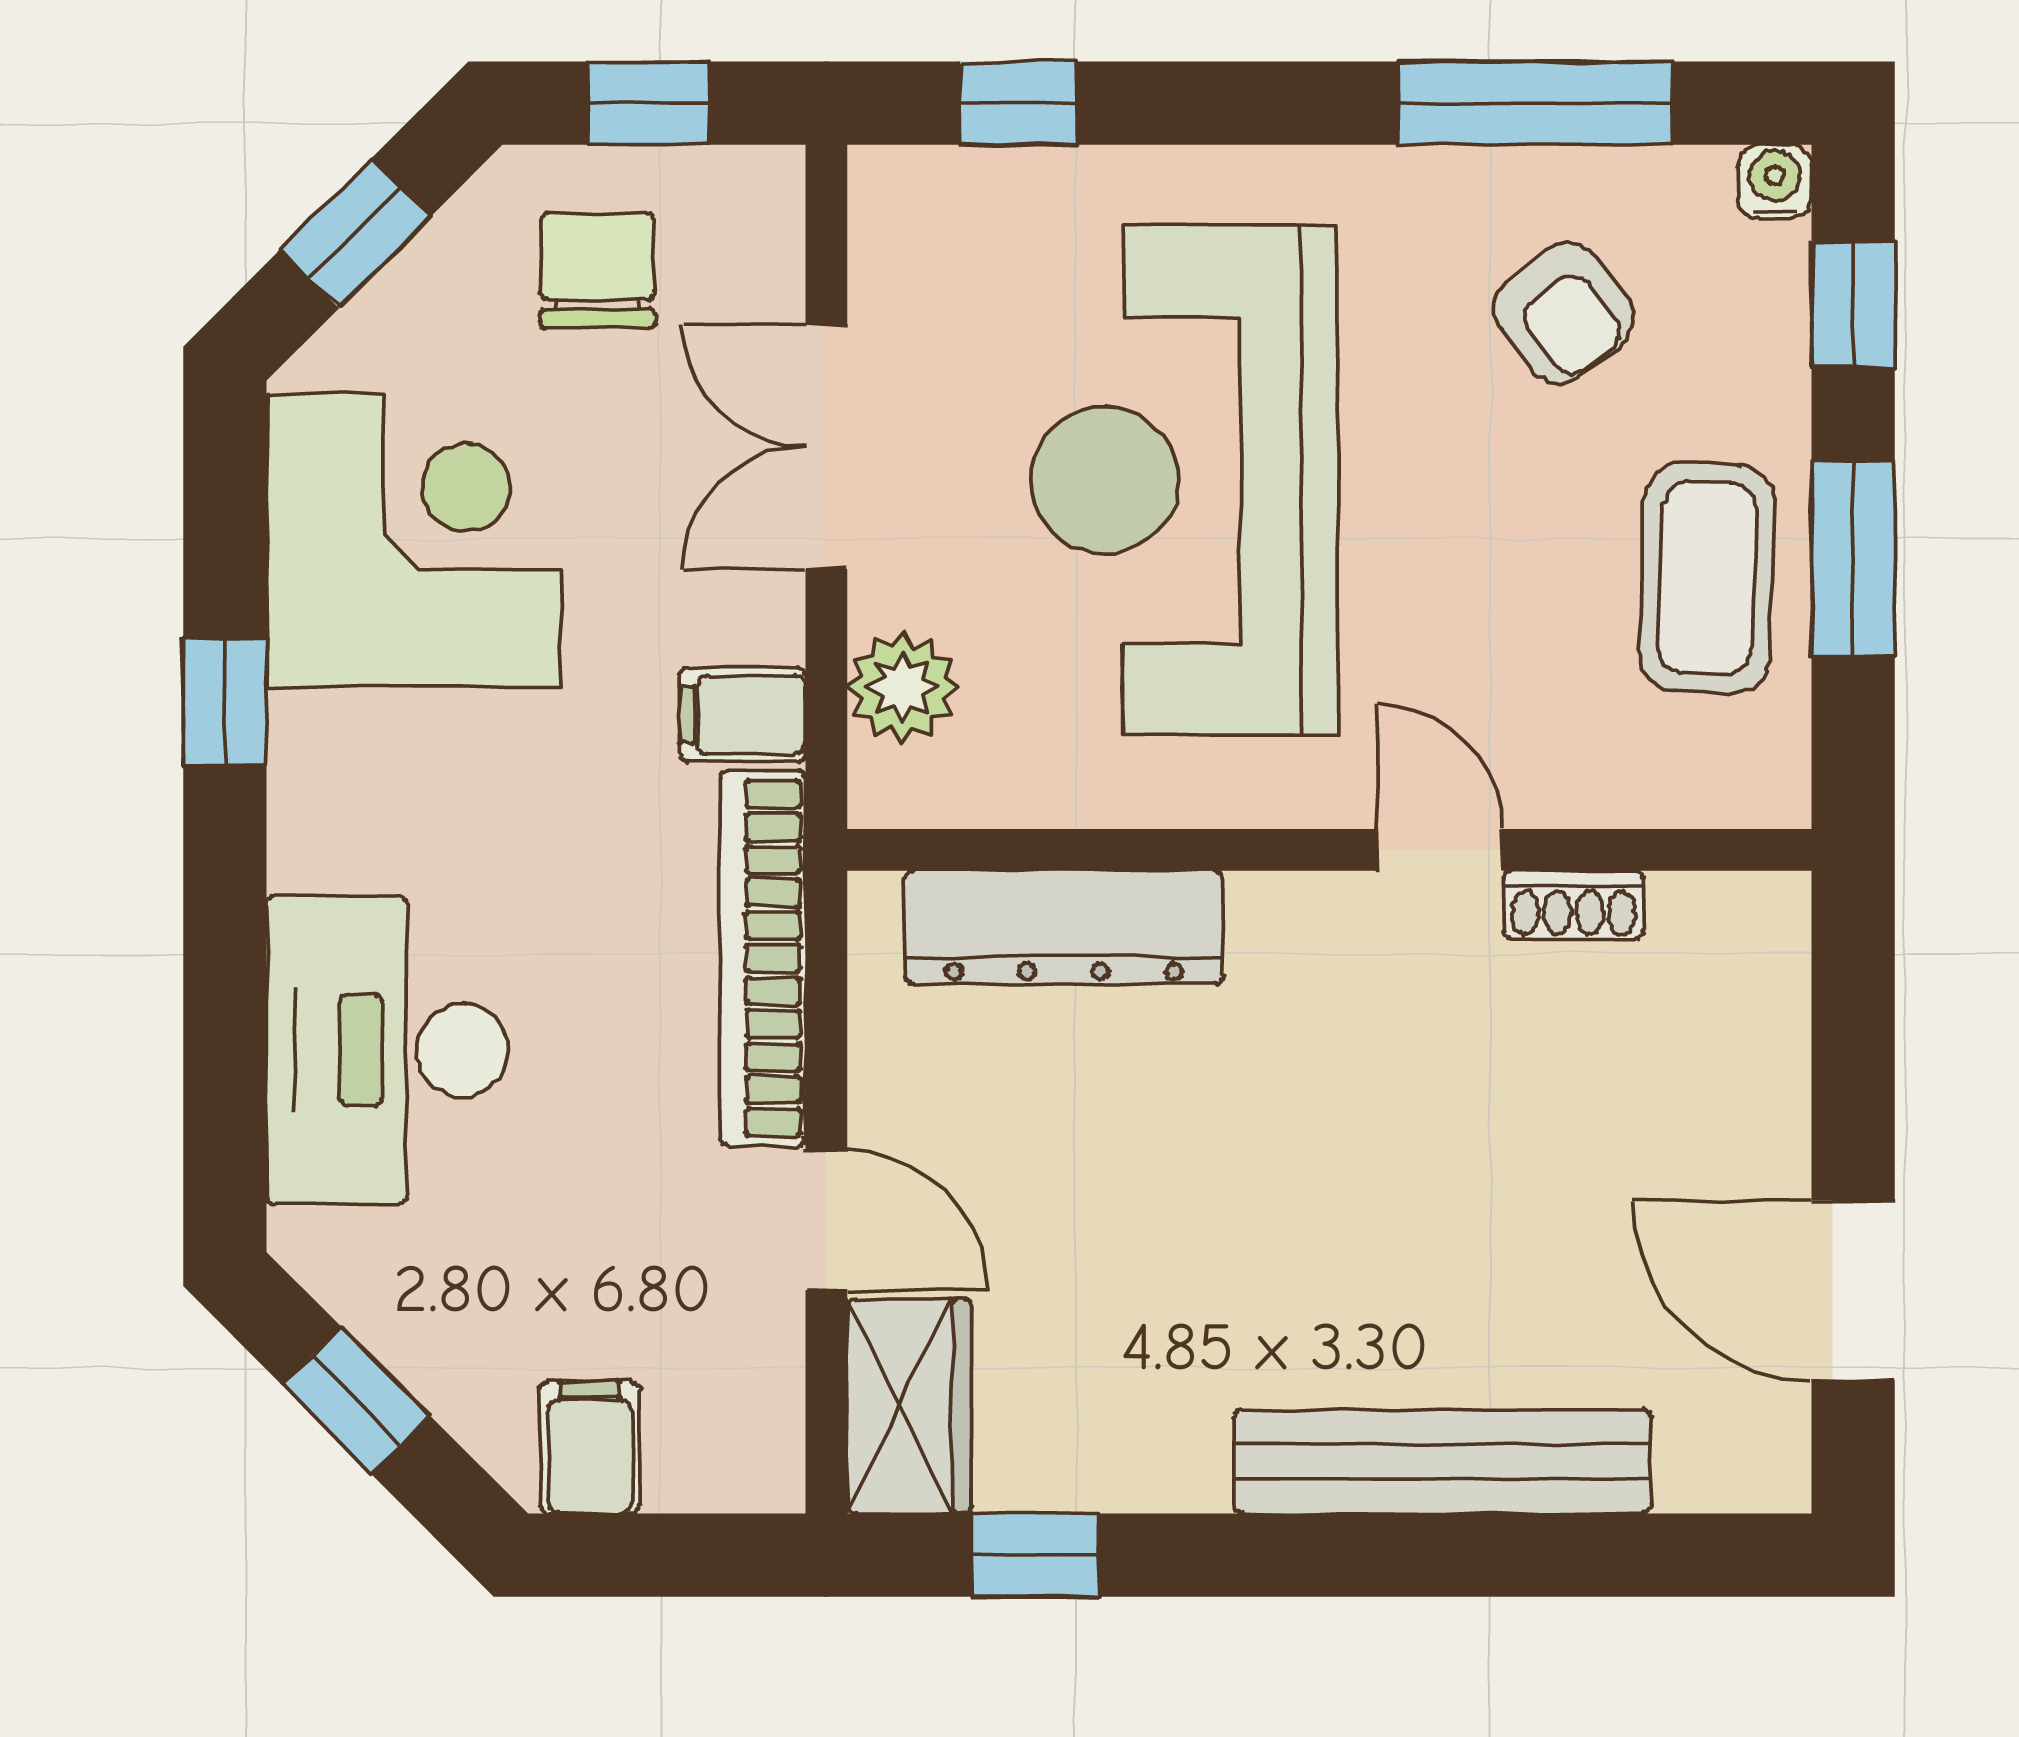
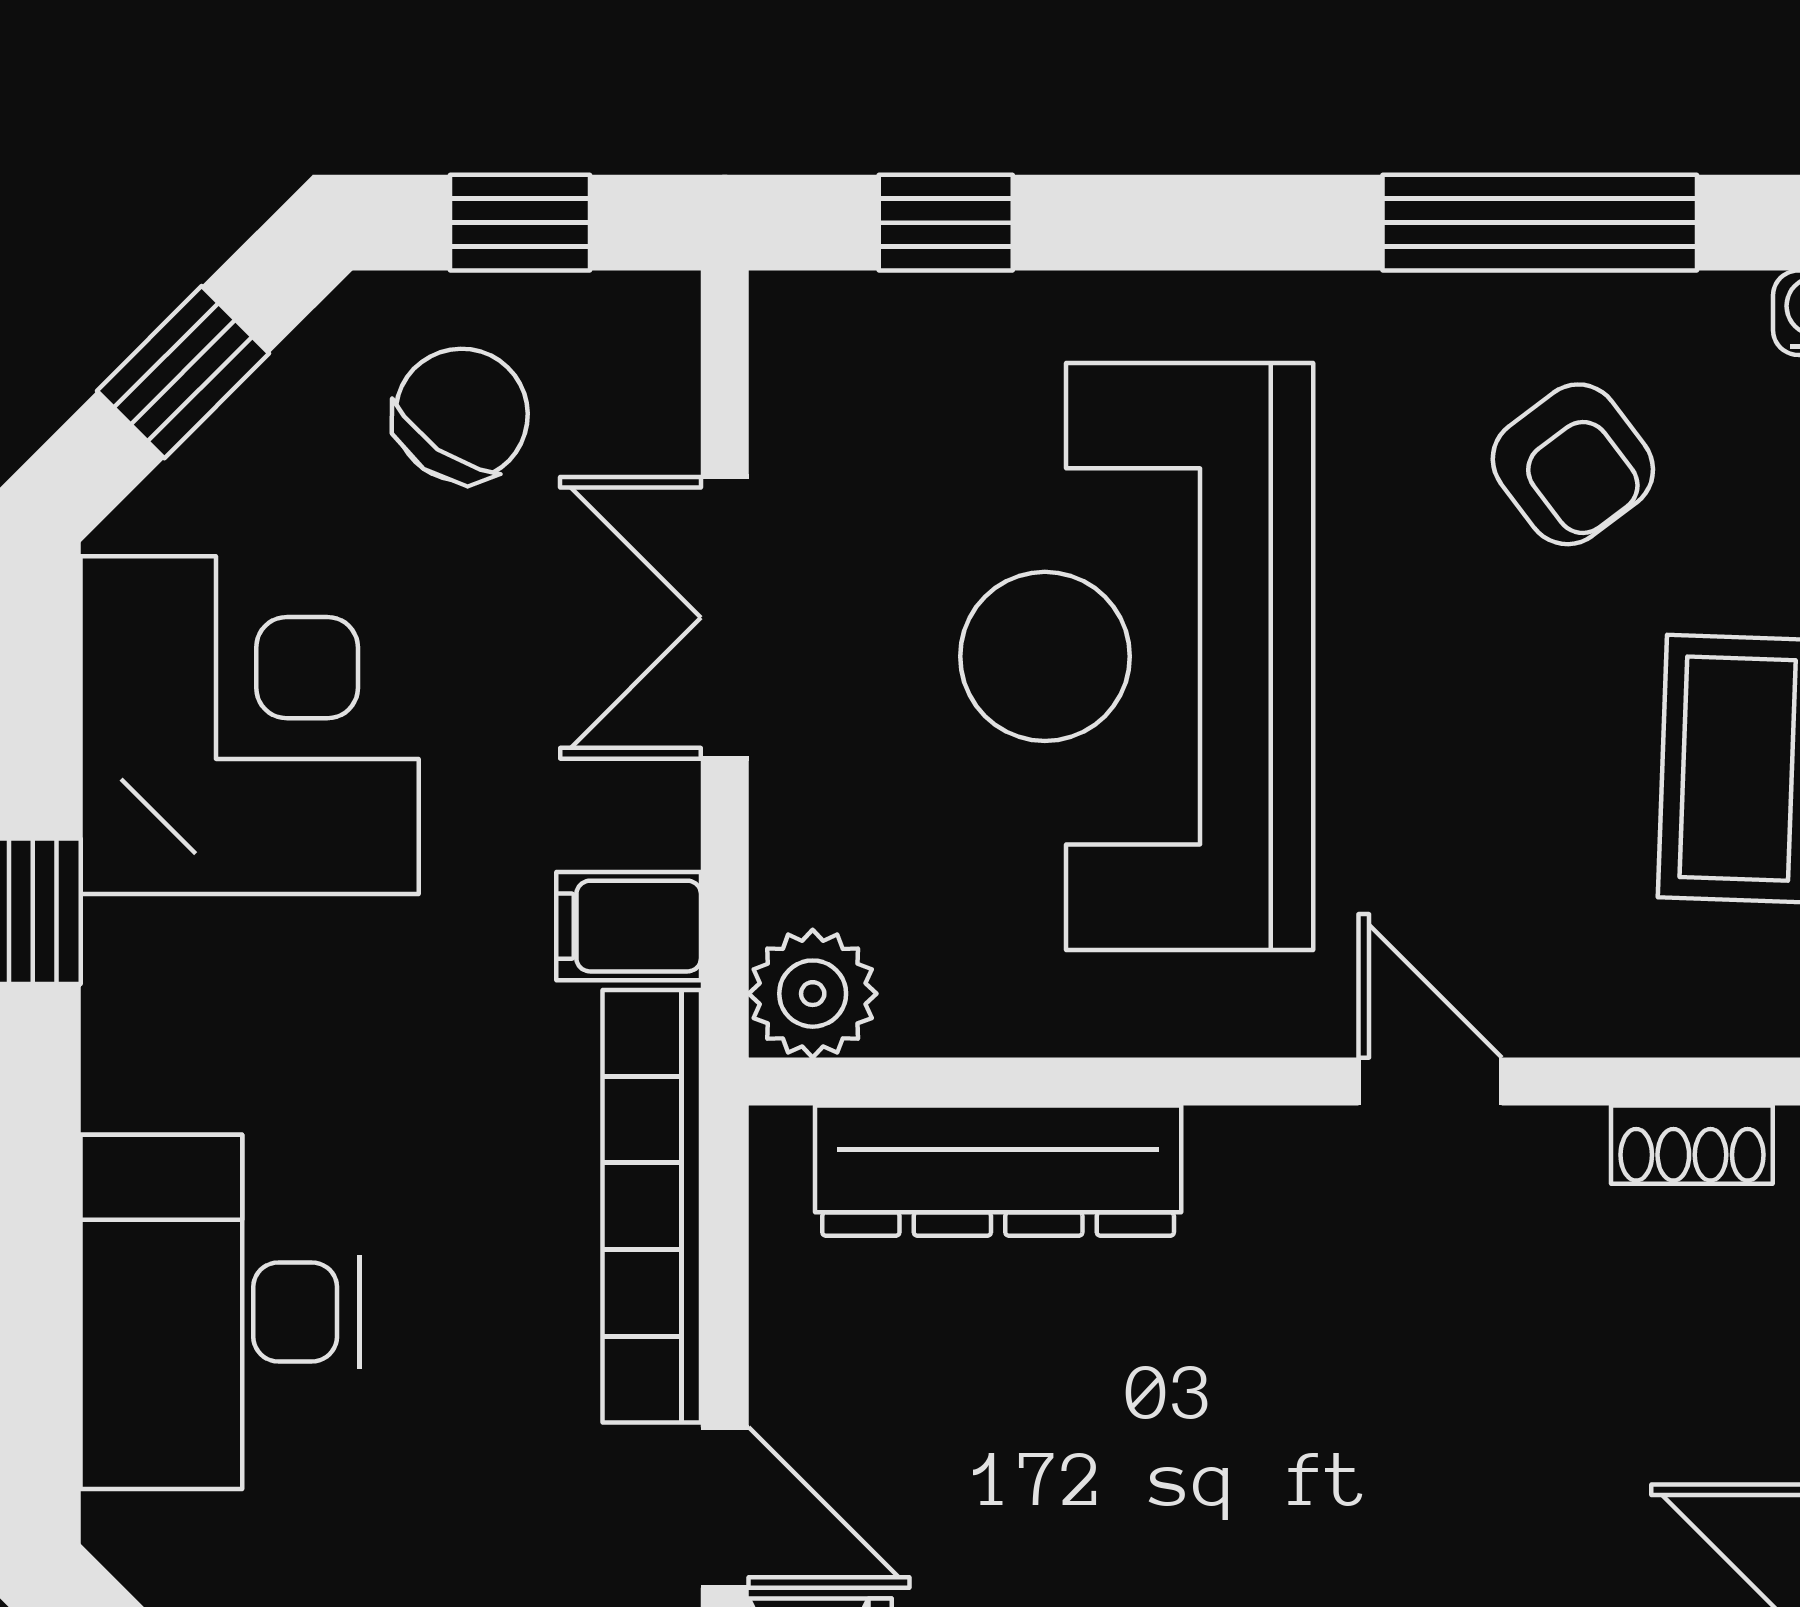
chair: (597, 270) -> (462, 415), turned 35
plant: (903, 687) -> (813, 994), moved
shoe rack: (1573, 905) -> (1692, 1145), moved

